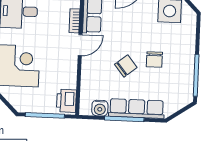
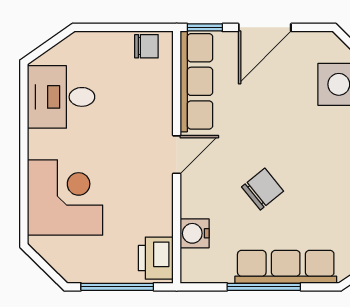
bookcase: (75, 21) -> (164, 110), removed
chair: (154, 60) -> (315, 175), removed
water cooler: (100, 108) -> (195, 233), moved, turned 90

